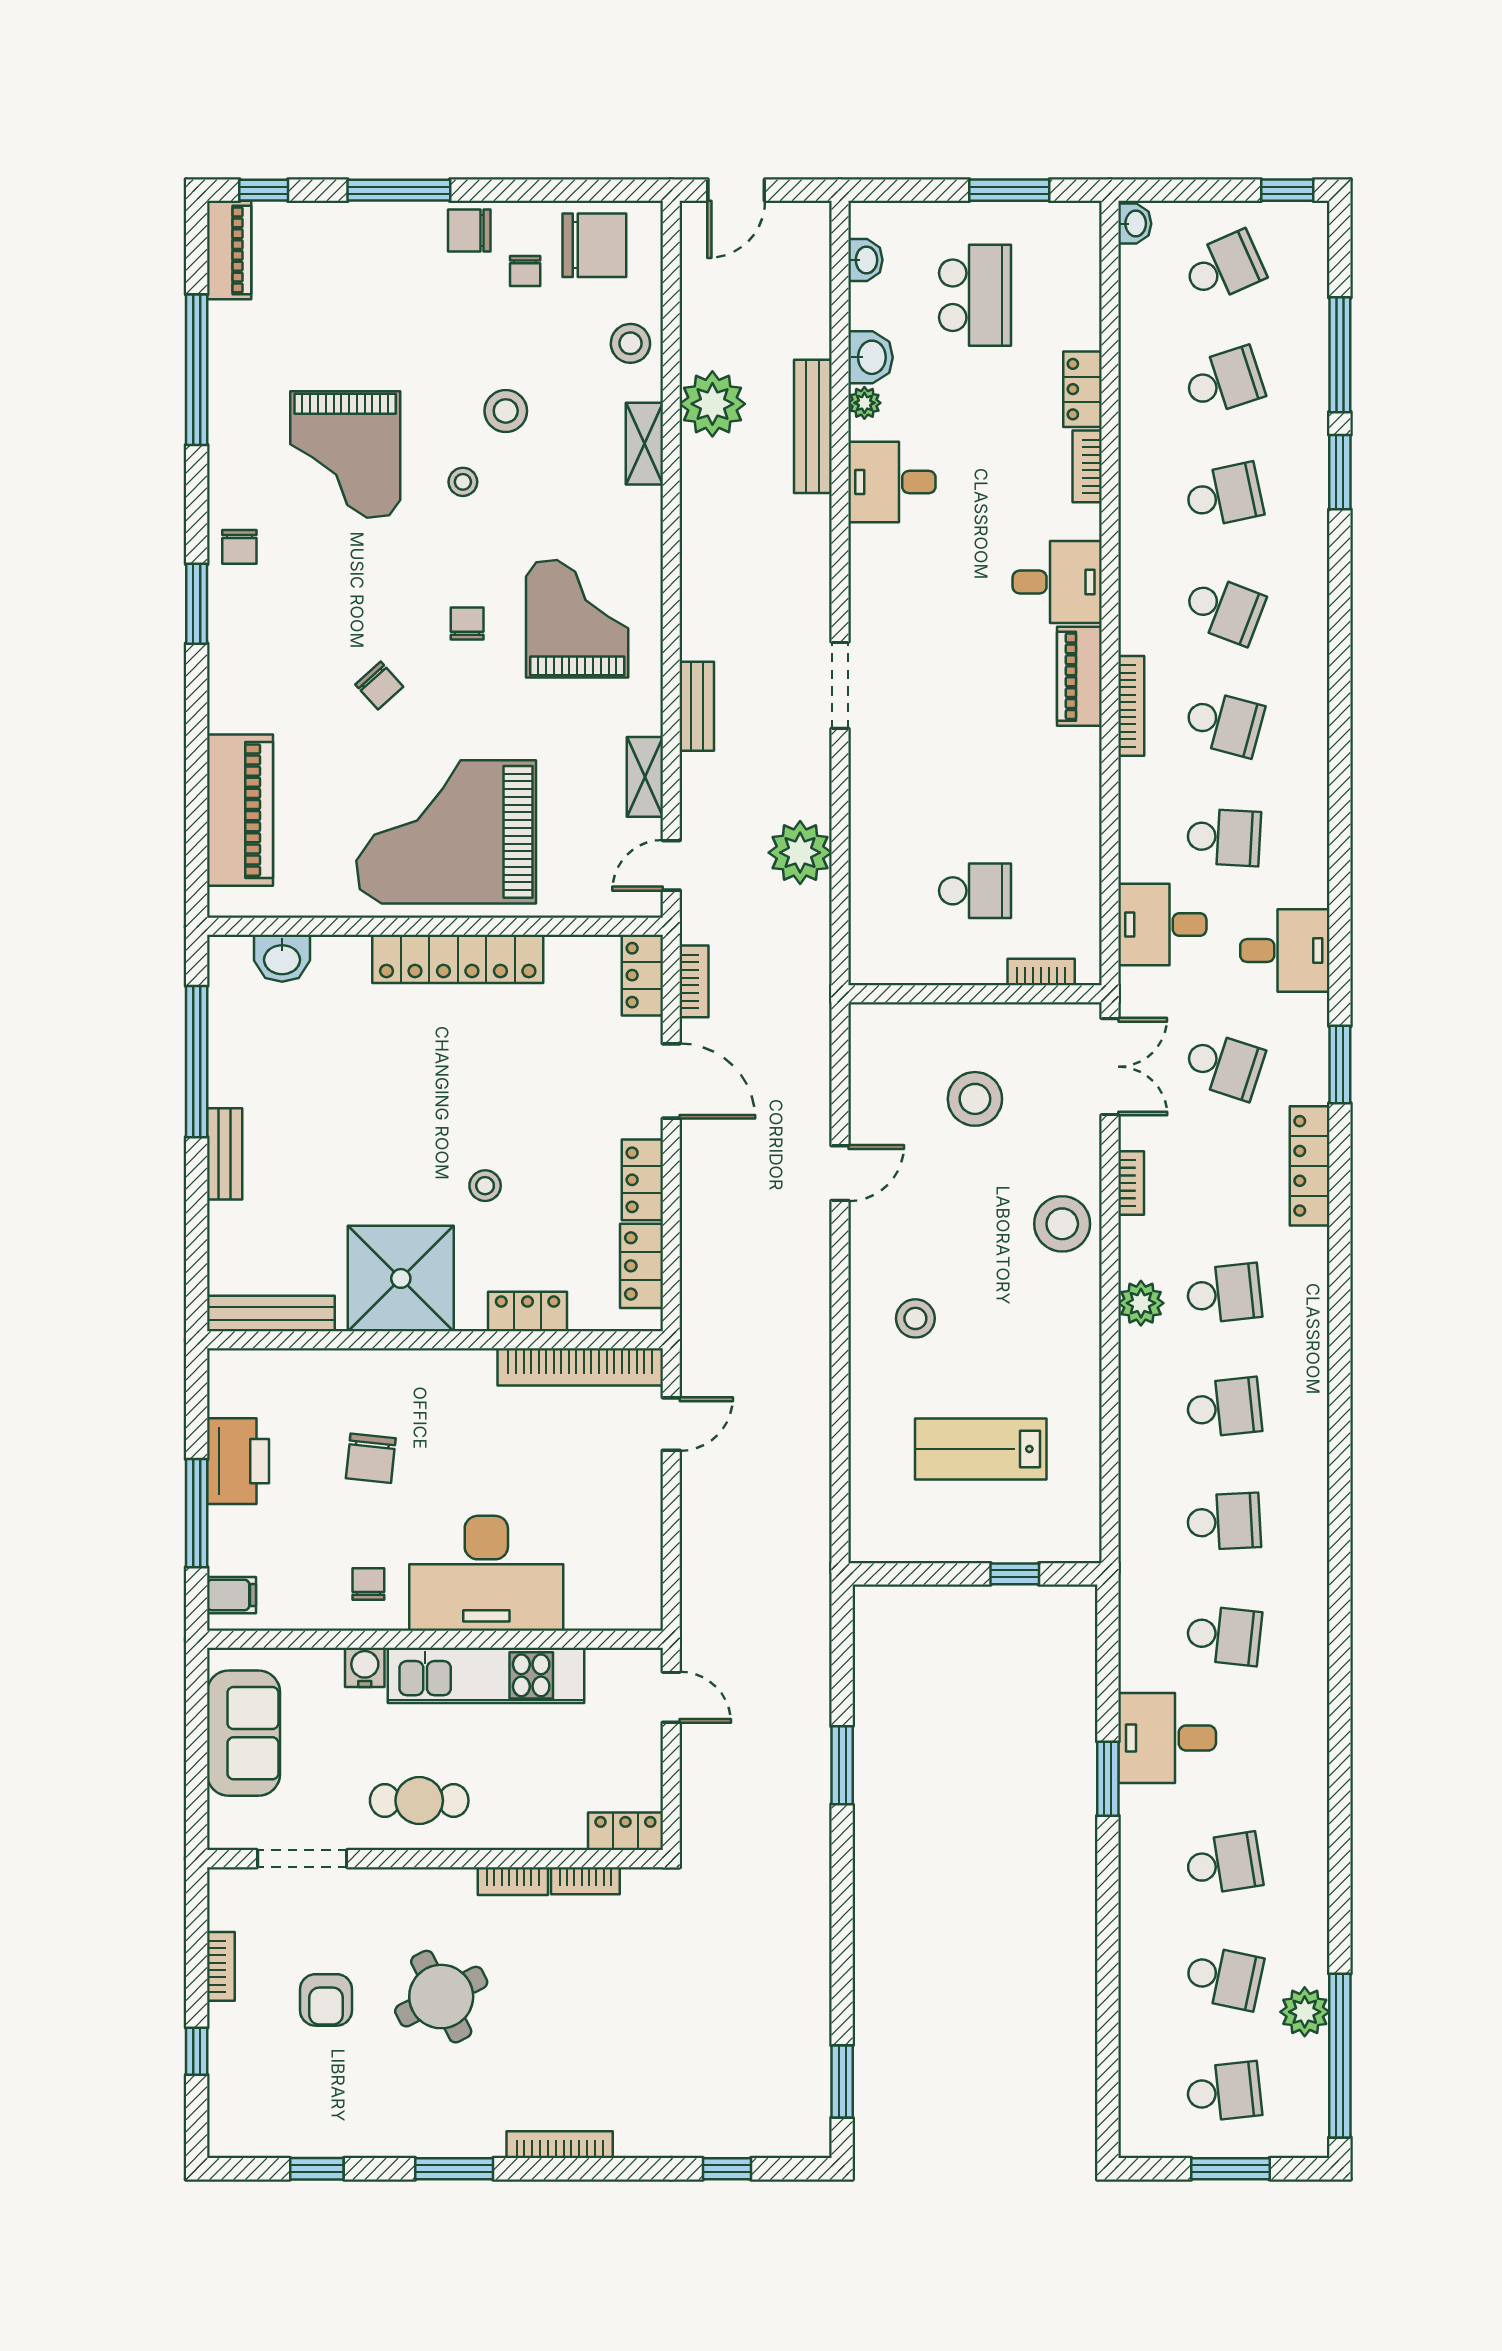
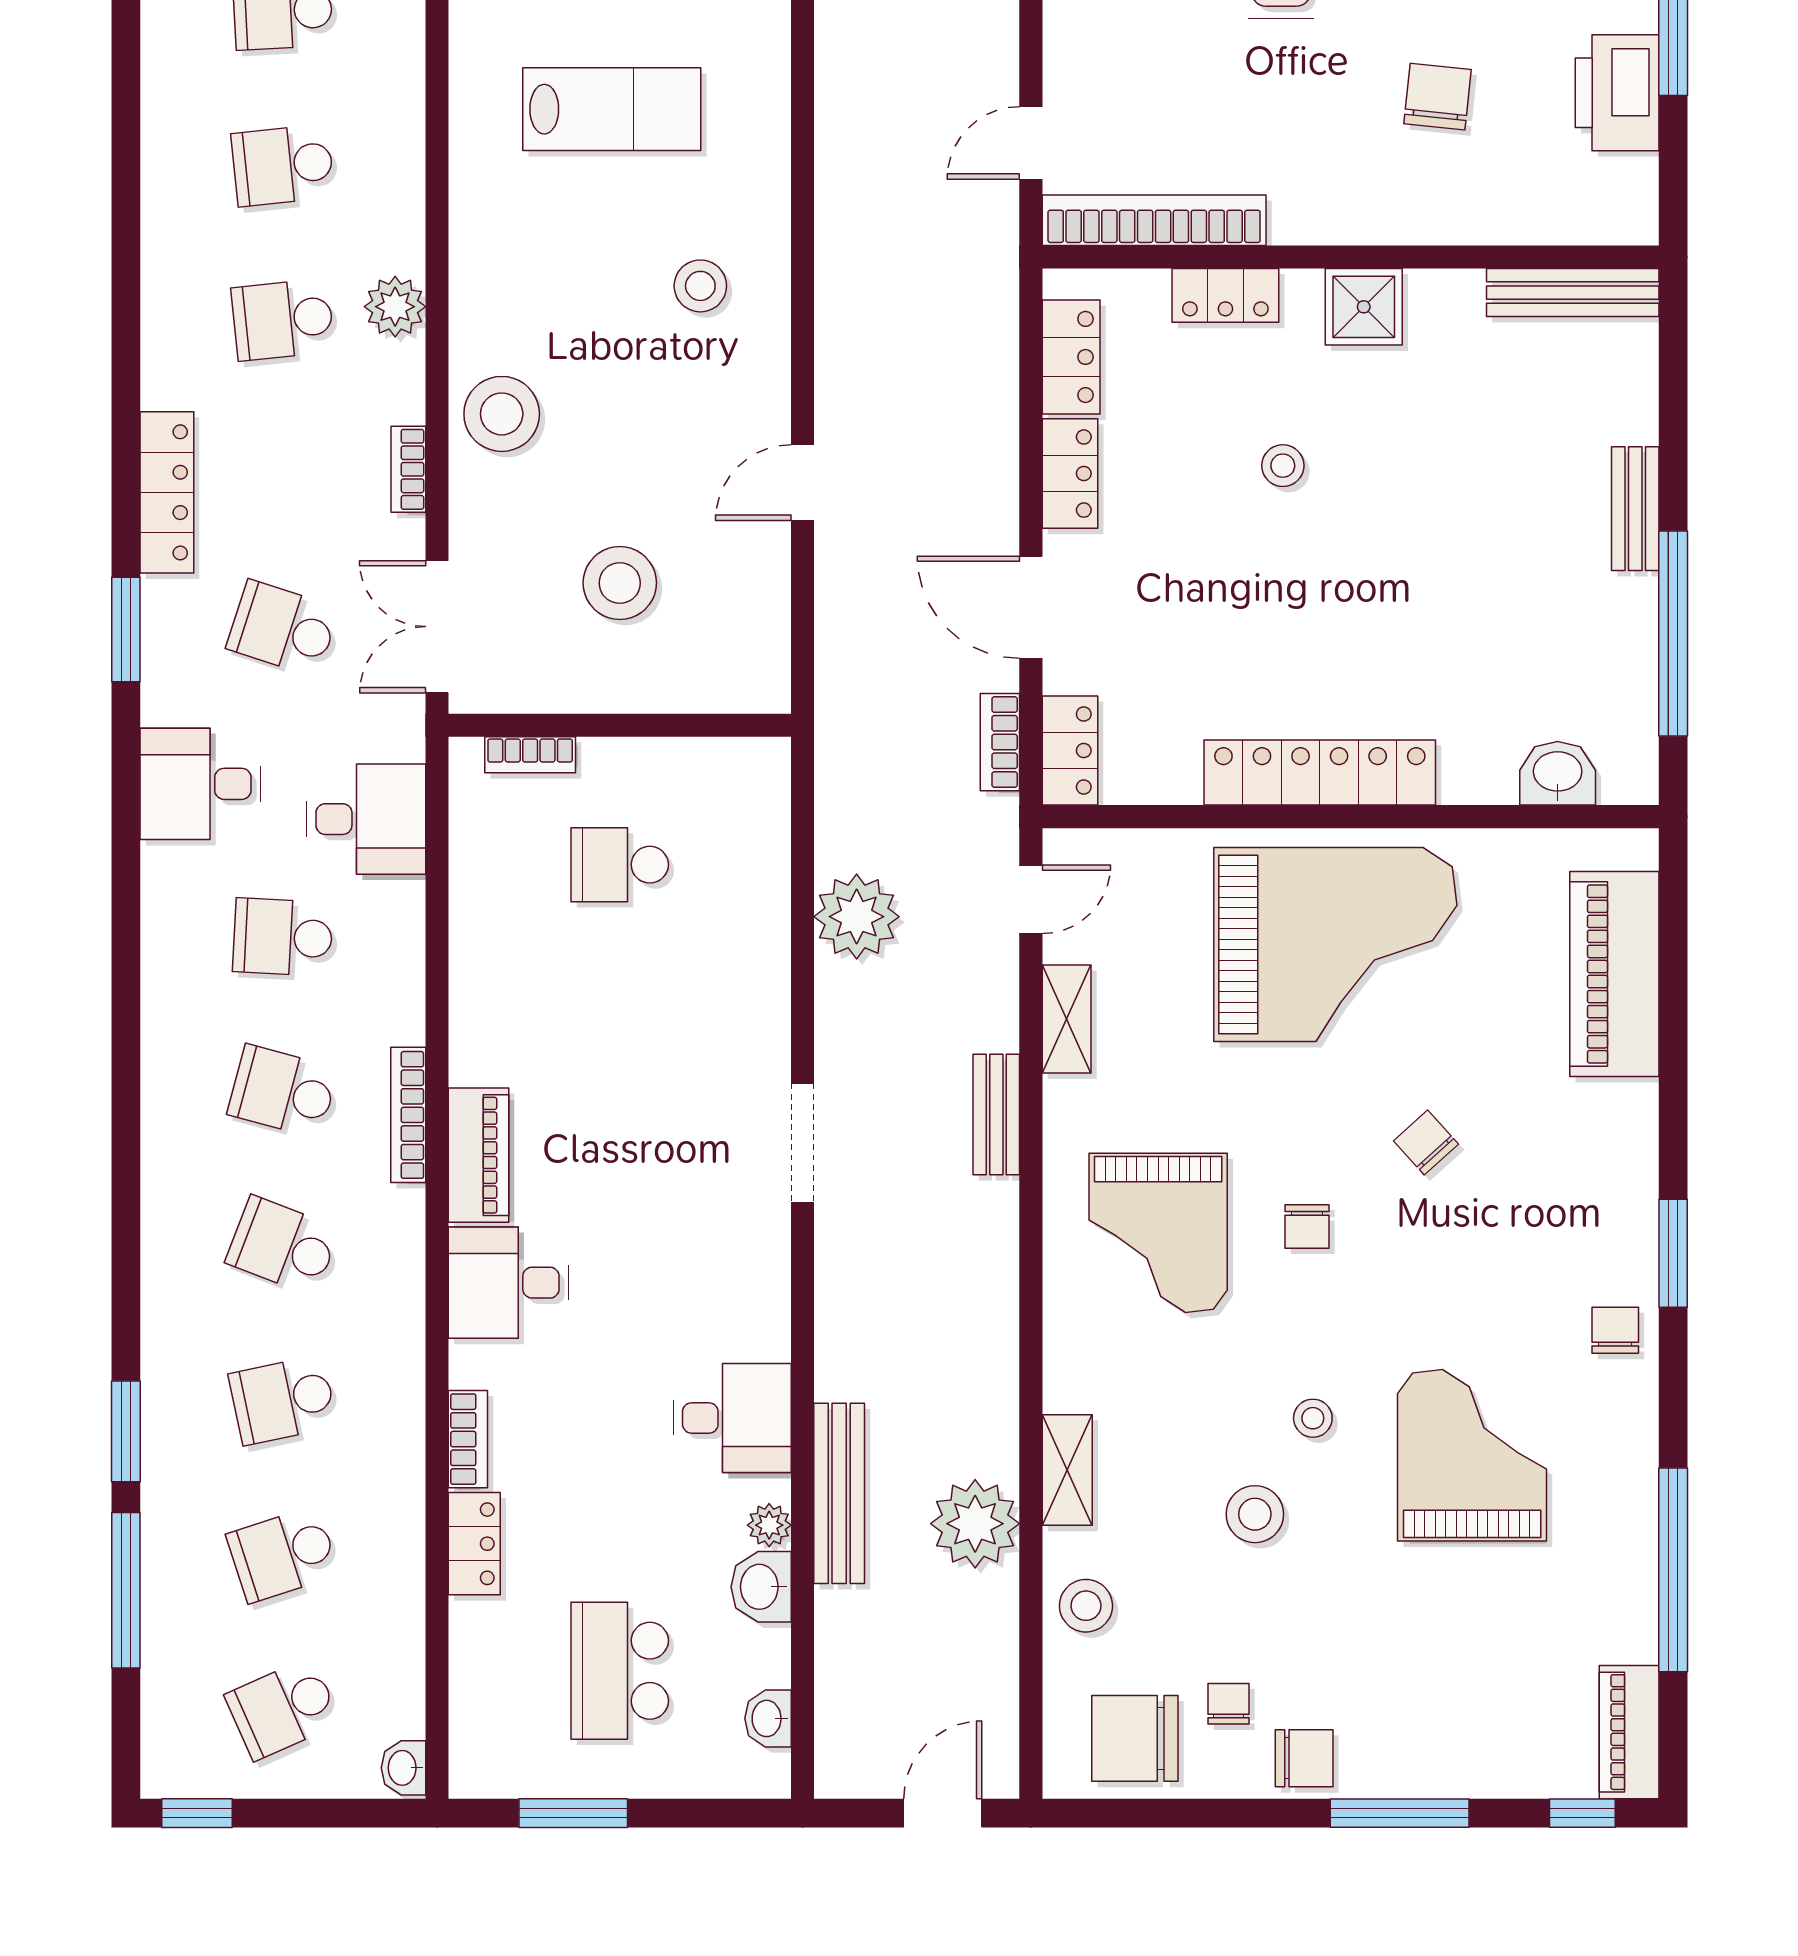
shower: (401, 1278) -> (1364, 307), width x0.54, depth x0.54

